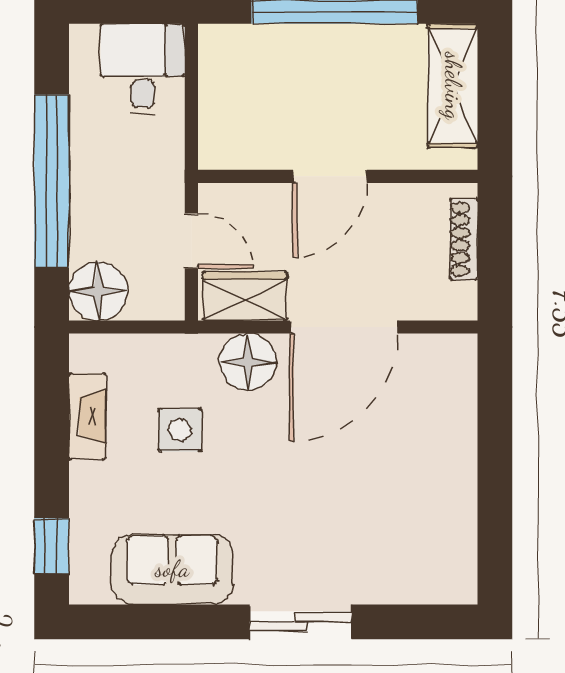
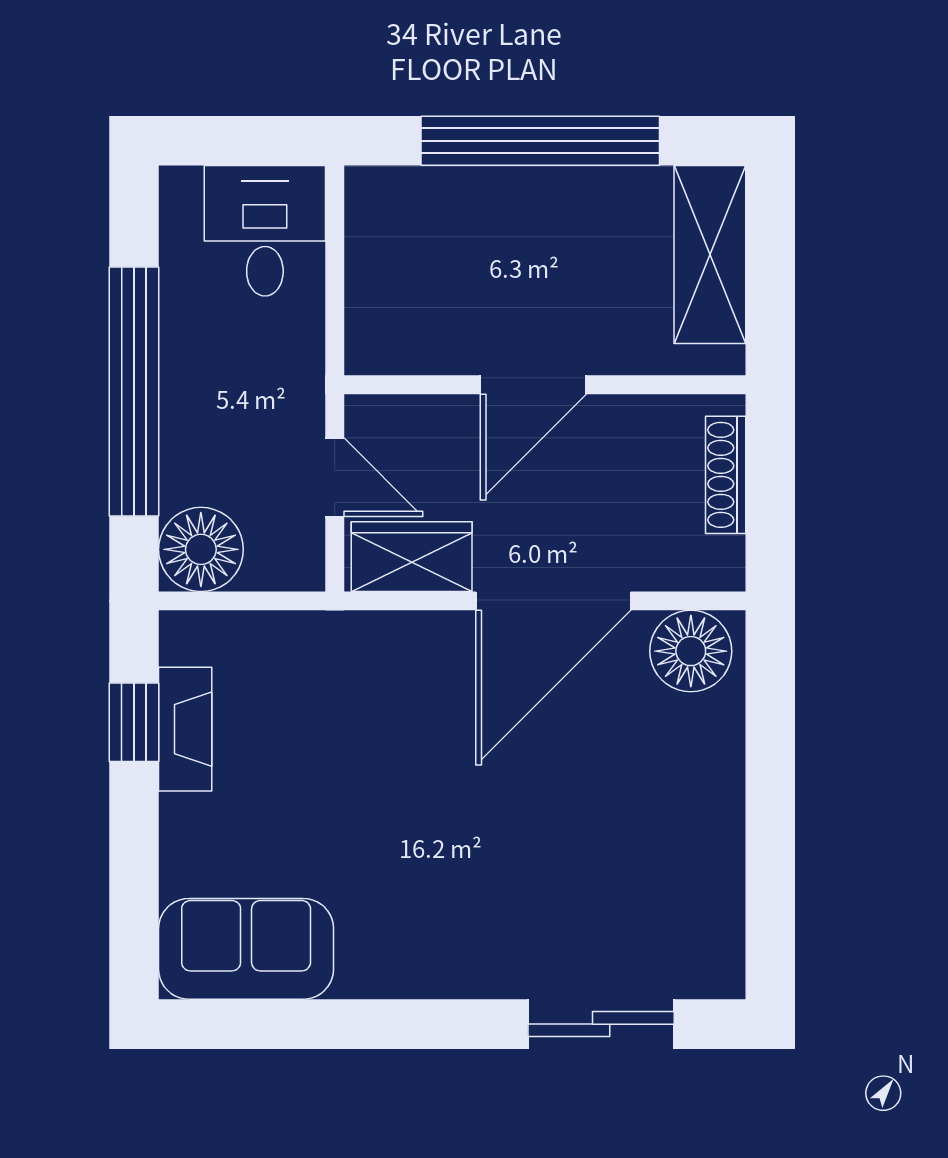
floor lamp: (248, 362) -> (691, 651), moved
side table: (180, 430) -> (318, 749), removed
window: (52, 546) -> (134, 722), moved
sofa: (172, 569) -> (246, 949), moved
sliding door: (301, 622) -> (601, 1024), moved

